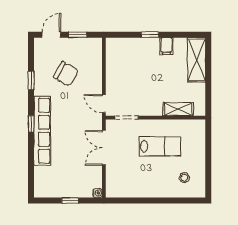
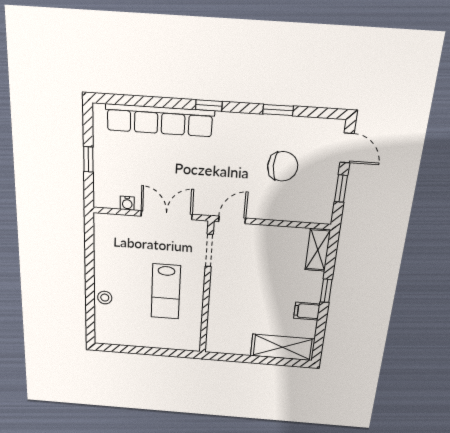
chair: (66, 74) -> (283, 166), turned -120
shelving: (178, 109) -> (318, 250), moved
row of seats: (42, 131) -> (160, 120), moved
stool: (184, 178) -> (105, 298), moved
water cooler: (98, 193) -> (127, 203), moved

